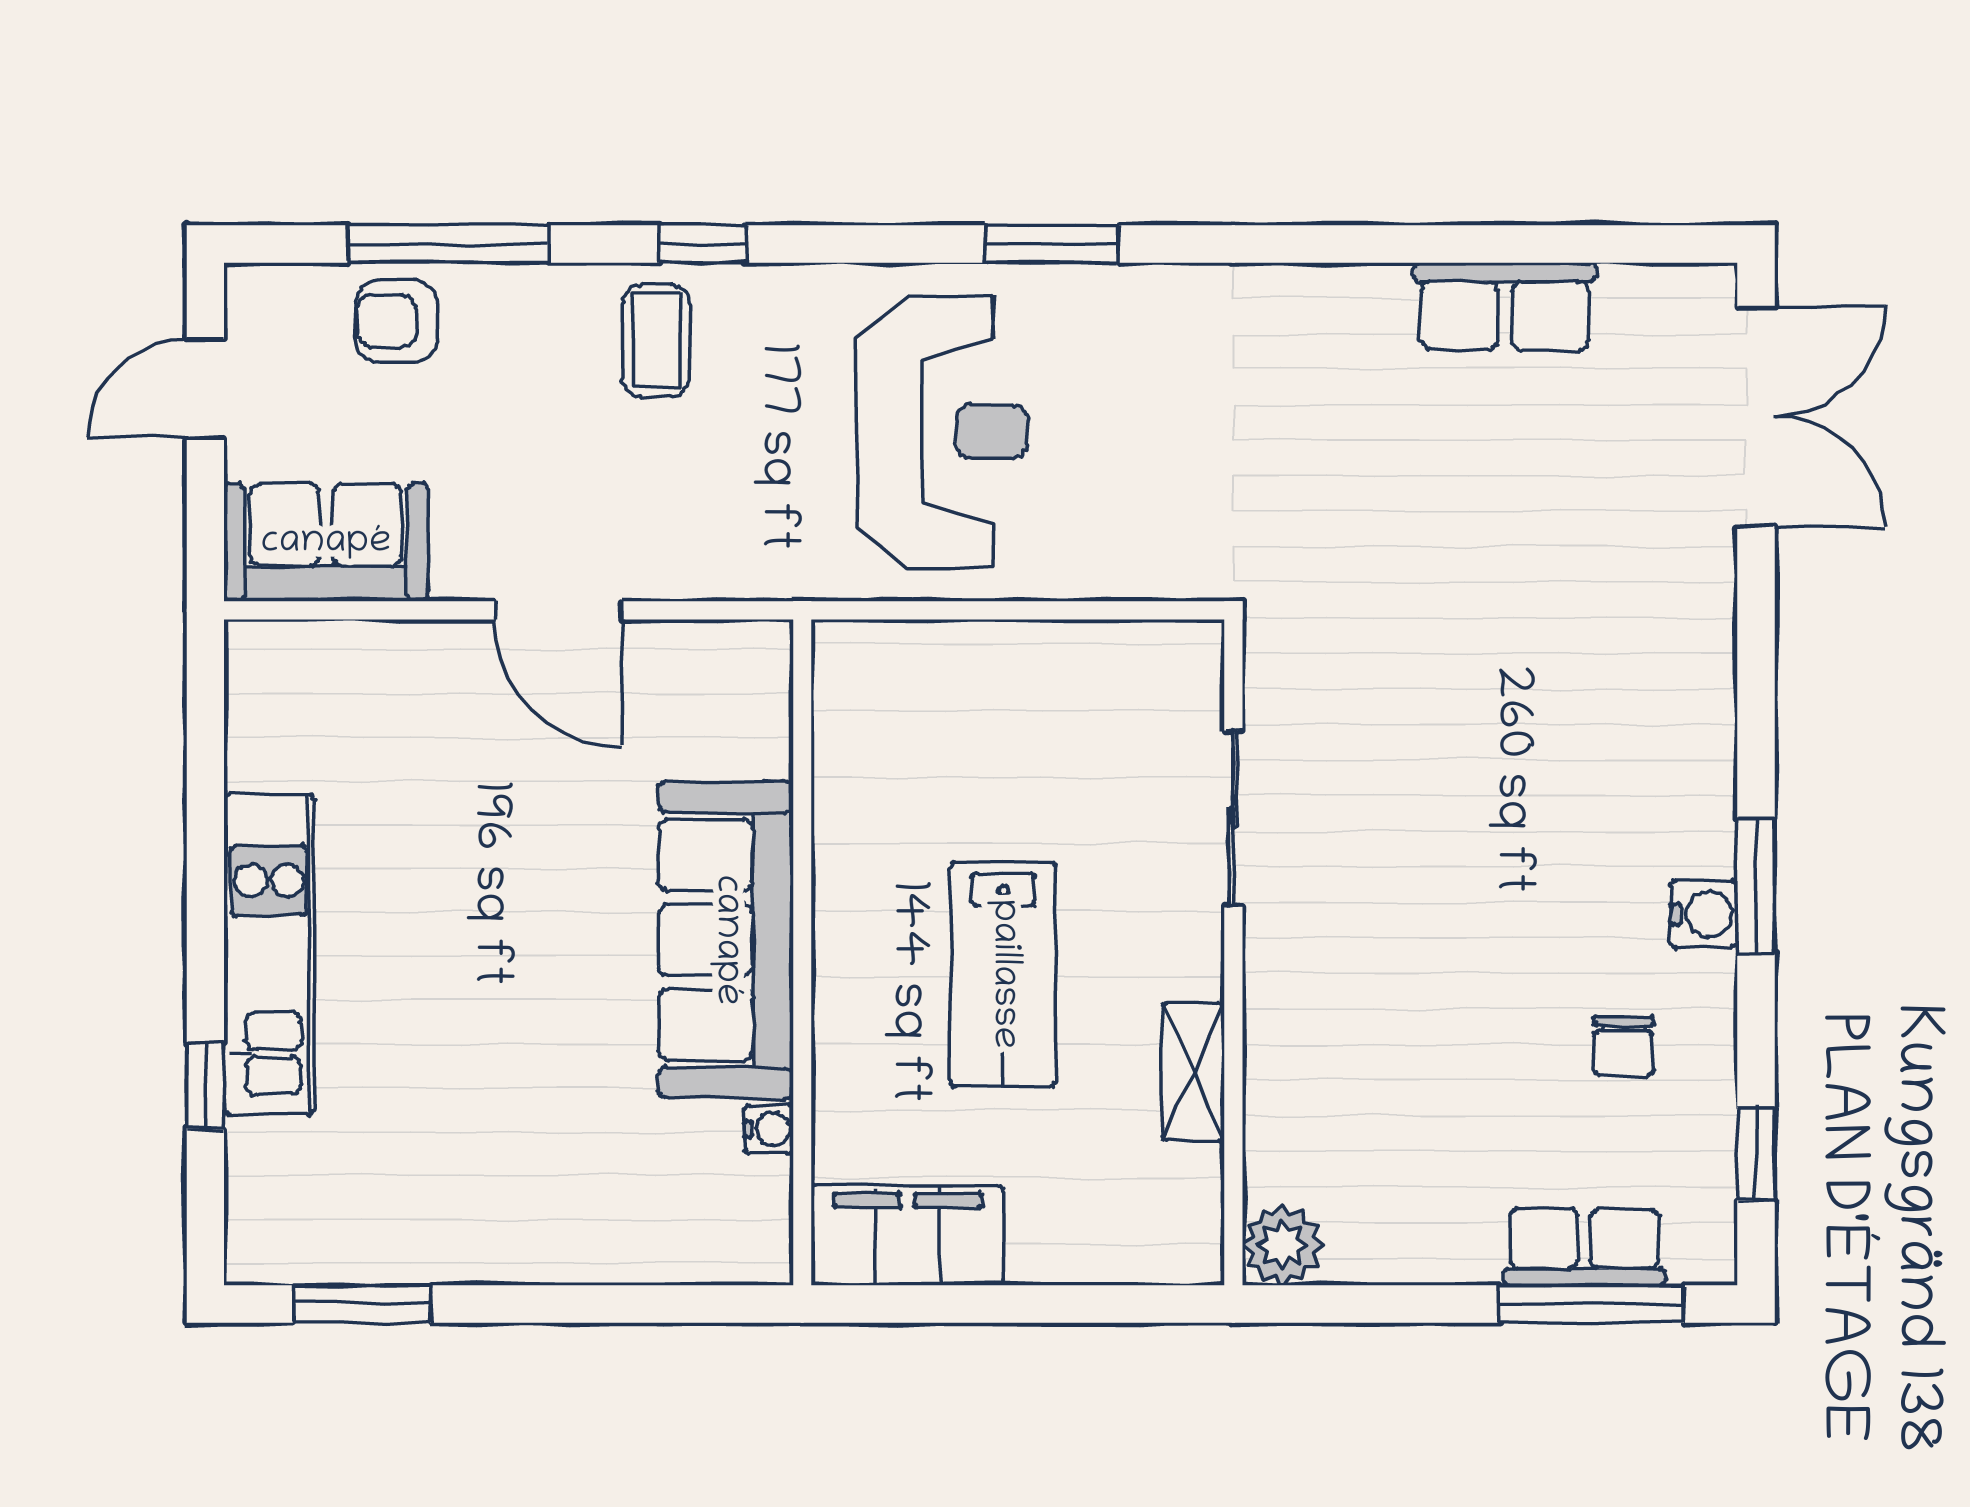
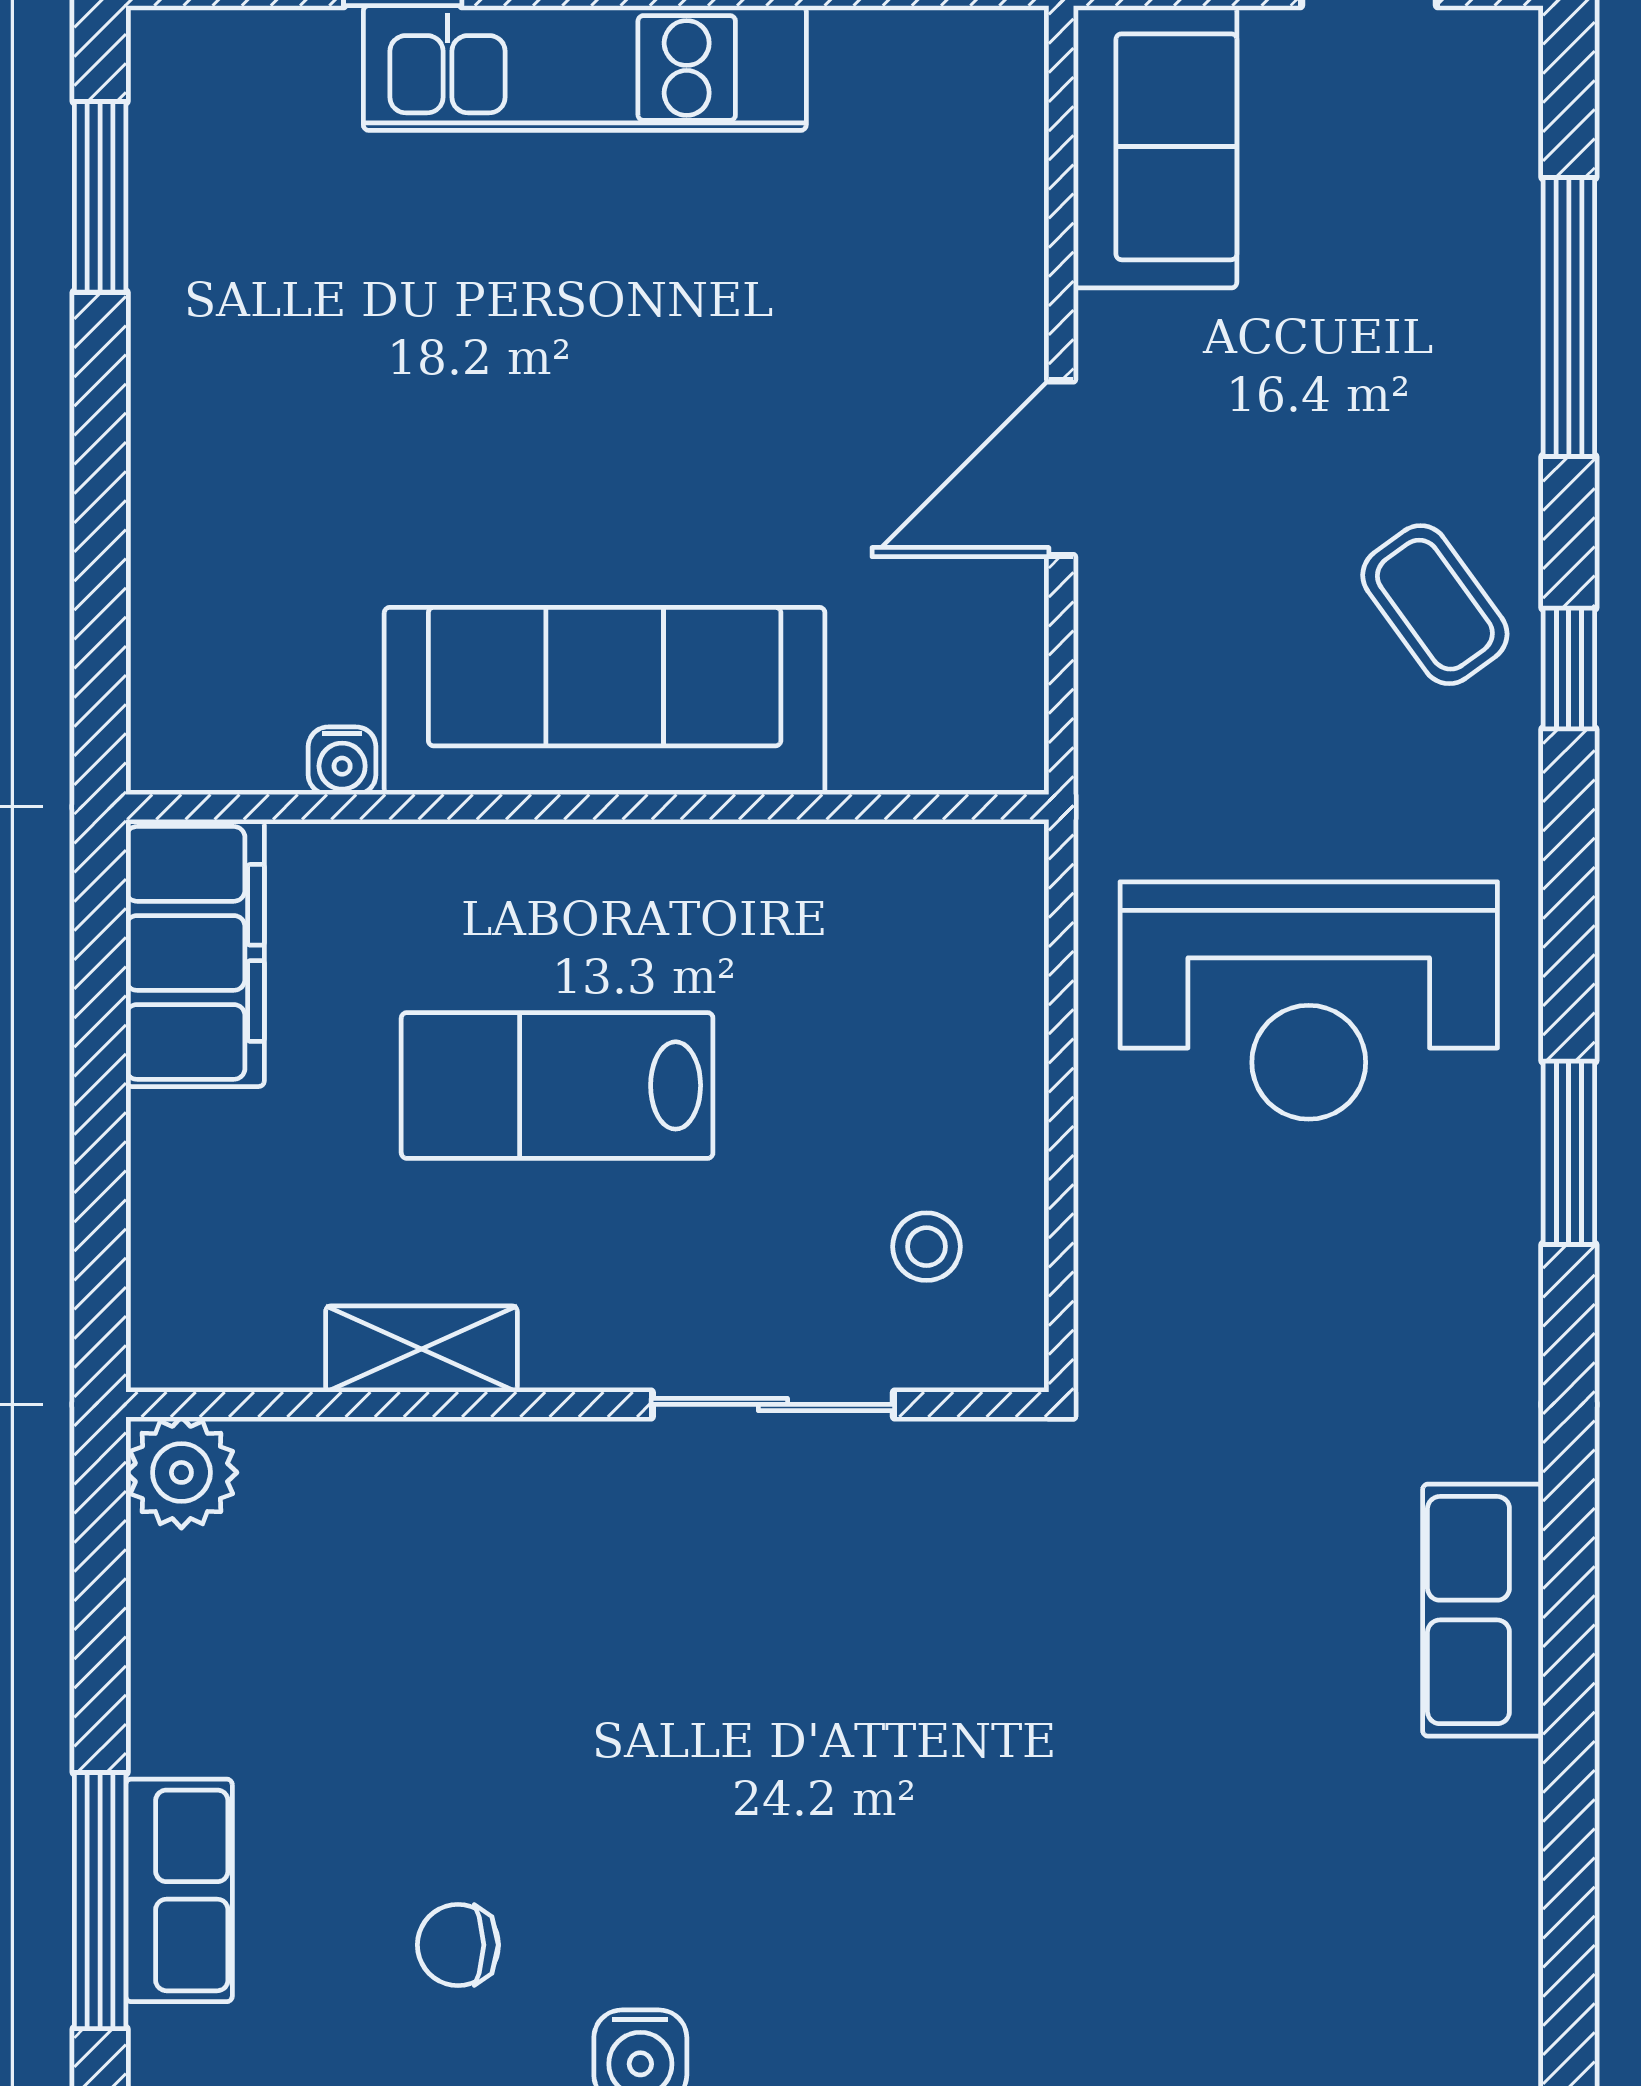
row of seats: (1505, 306) -> (1483, 1610), moved
armchair: (397, 321) -> (1462, 245), removed
coffee table: (656, 341) -> (1435, 605), turned 54
stool: (1120, 708) -> (926, 1247), added

